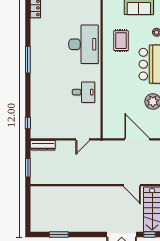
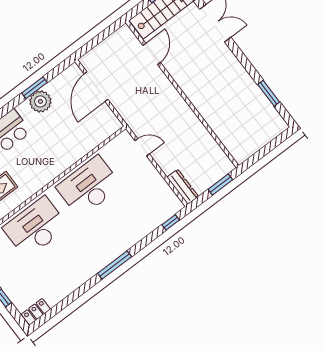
window: (28, 60) -> (115, 265), moved
desk: (84, 92) -> (89, 187), width x1.87, depth x1.30

